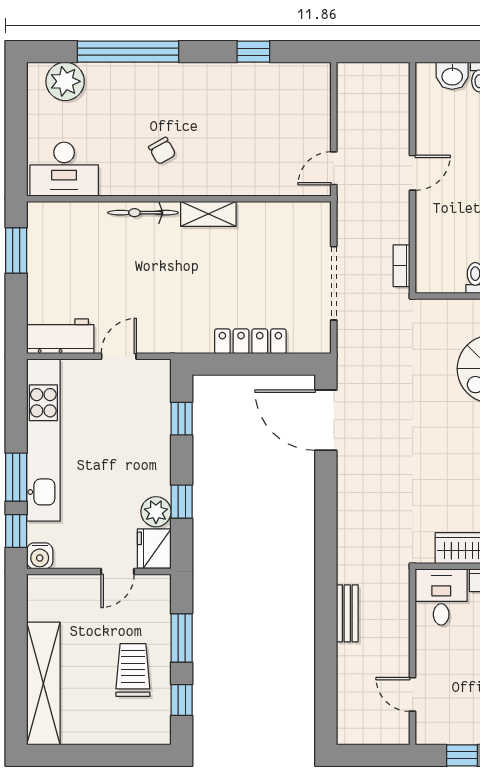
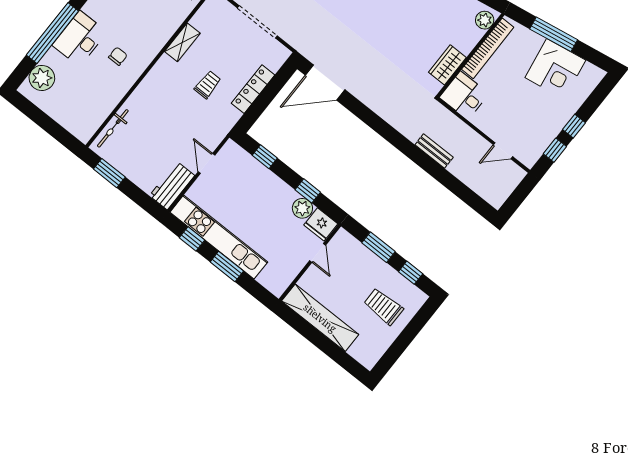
chair: (162, 151) -> (118, 56), turned -61
desk: (64, 169) -> (80, 39), moved, turned 180
bicycle: (143, 213) -> (113, 128), moved
shelving: (208, 214) -> (182, 42), moved
trolley: (213, 283) -> (208, 85), added
window: (16, 531) -> (192, 239), moved
water cooler: (40, 556) -> (277, 287), removed
trolley: (133, 670) -> (384, 307), moved
shelving: (43, 684) -> (320, 318), moved

